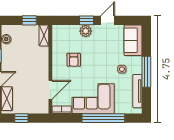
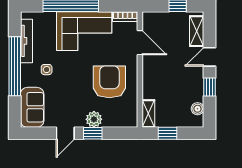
armchair: (74, 60) -> (109, 82), width x1.88, depth x1.88
window: (146, 72) -> (15, 66), width x1.46
door: (50, 90) -> (140, 43), swing flipped

